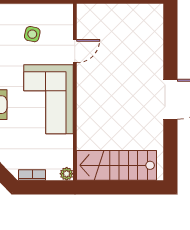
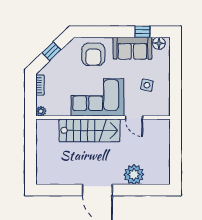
plant: (150, 51) -> (134, 175), added
stairs: (117, 165) -> (90, 130), moved, turned 90

